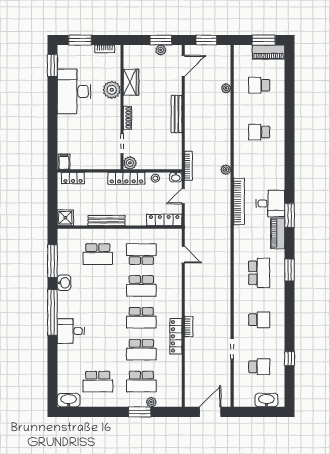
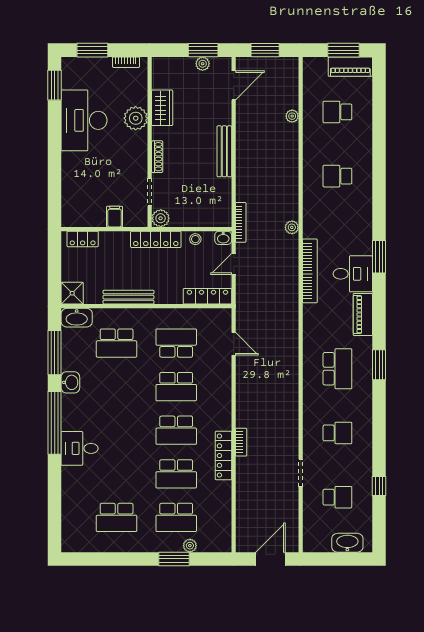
filing cabinet: (64, 162) -> (115, 217), moved
window: (290, 215) -> (379, 257), moved
washbasin: (69, 400) -> (77, 318), moved, turned 180

